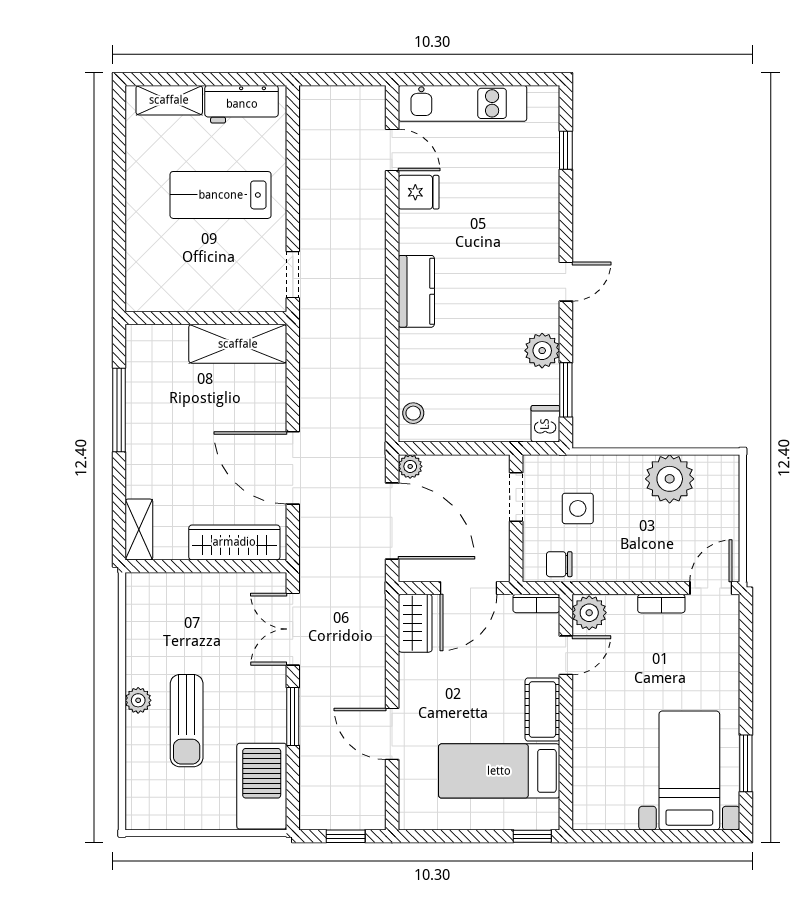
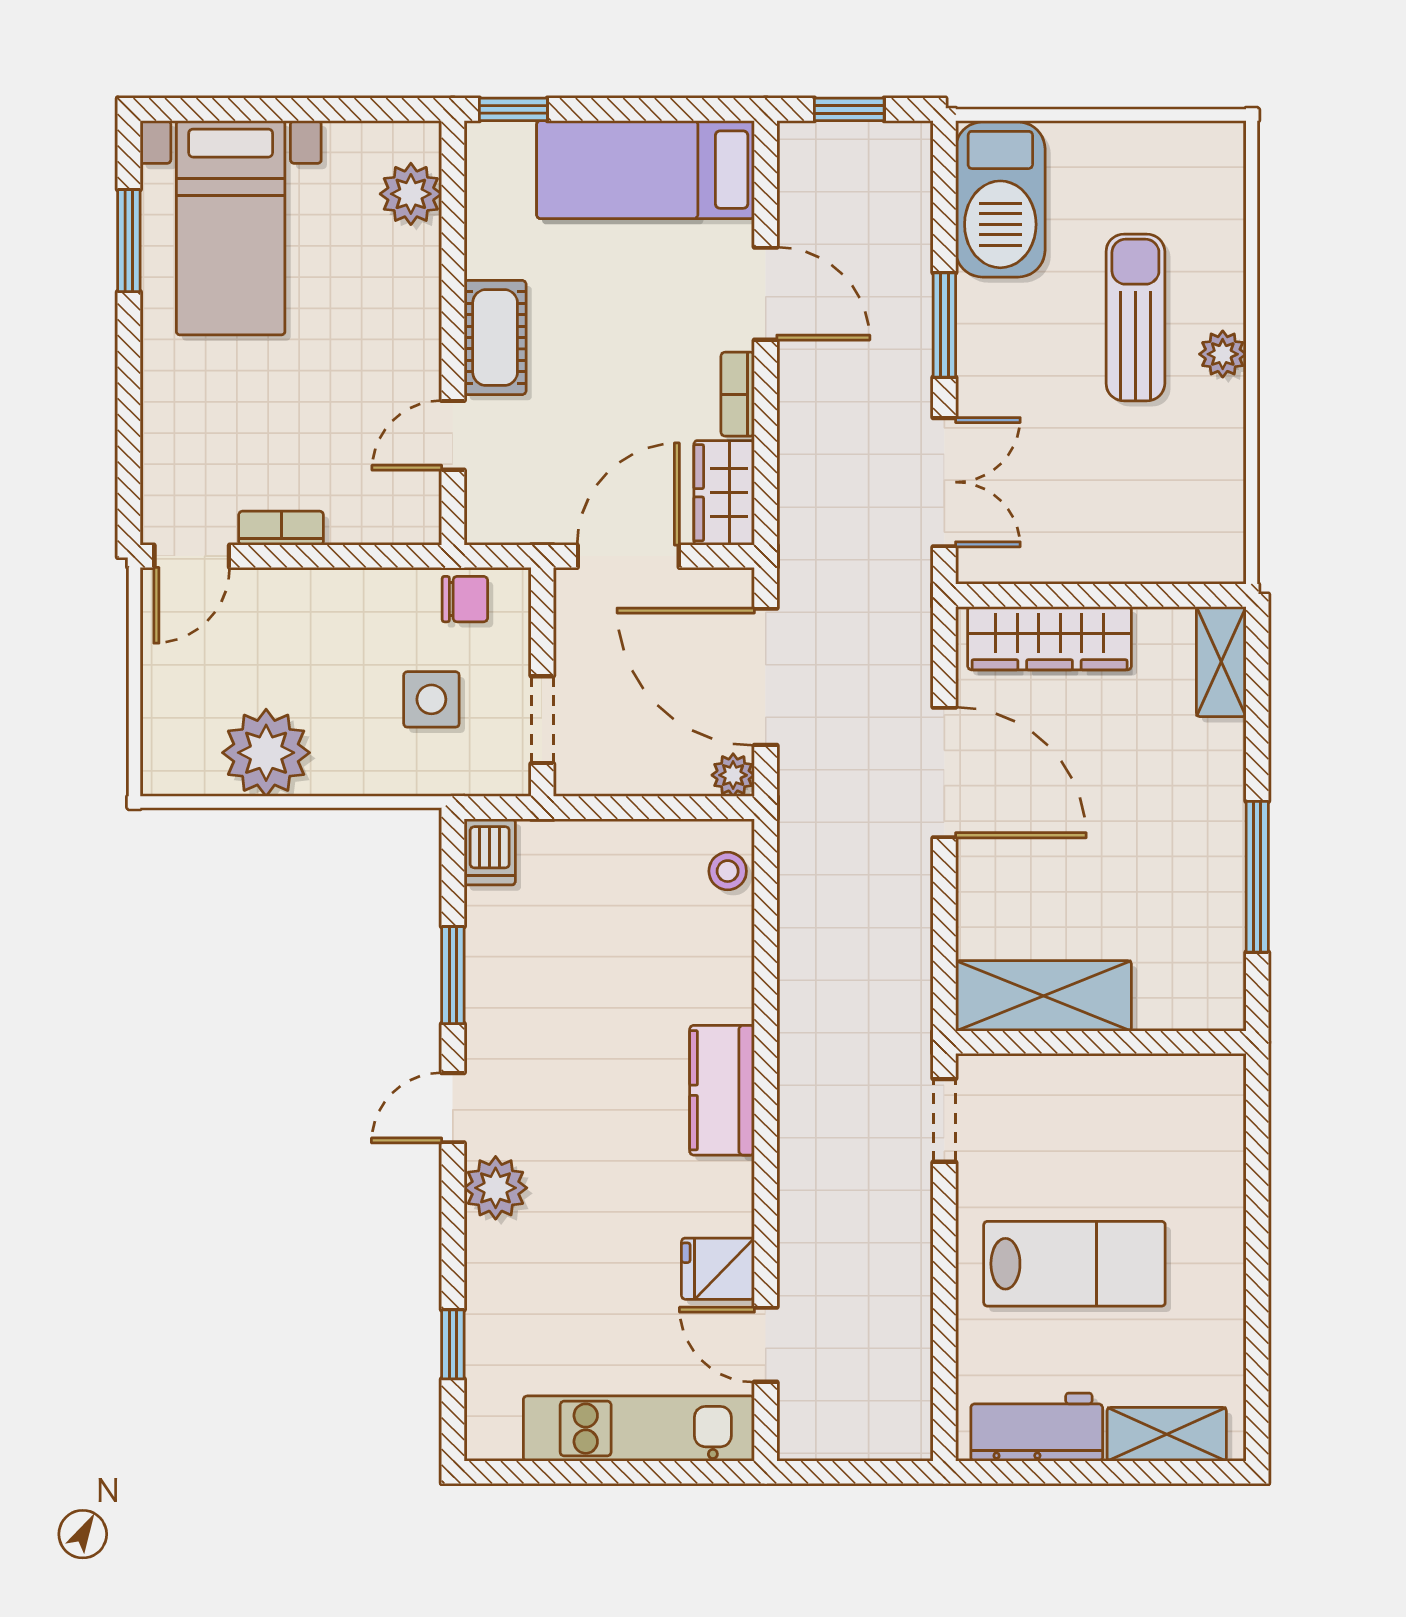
plant: (542, 351) -> (496, 1188), moved
window: (566, 390) -> (453, 975), moved
bookcase: (536, 603) -> (738, 394), moved, turned -90
plant: (589, 613) -> (411, 194), moved
bed: (499, 771) -> (646, 170), moved, turned 180

